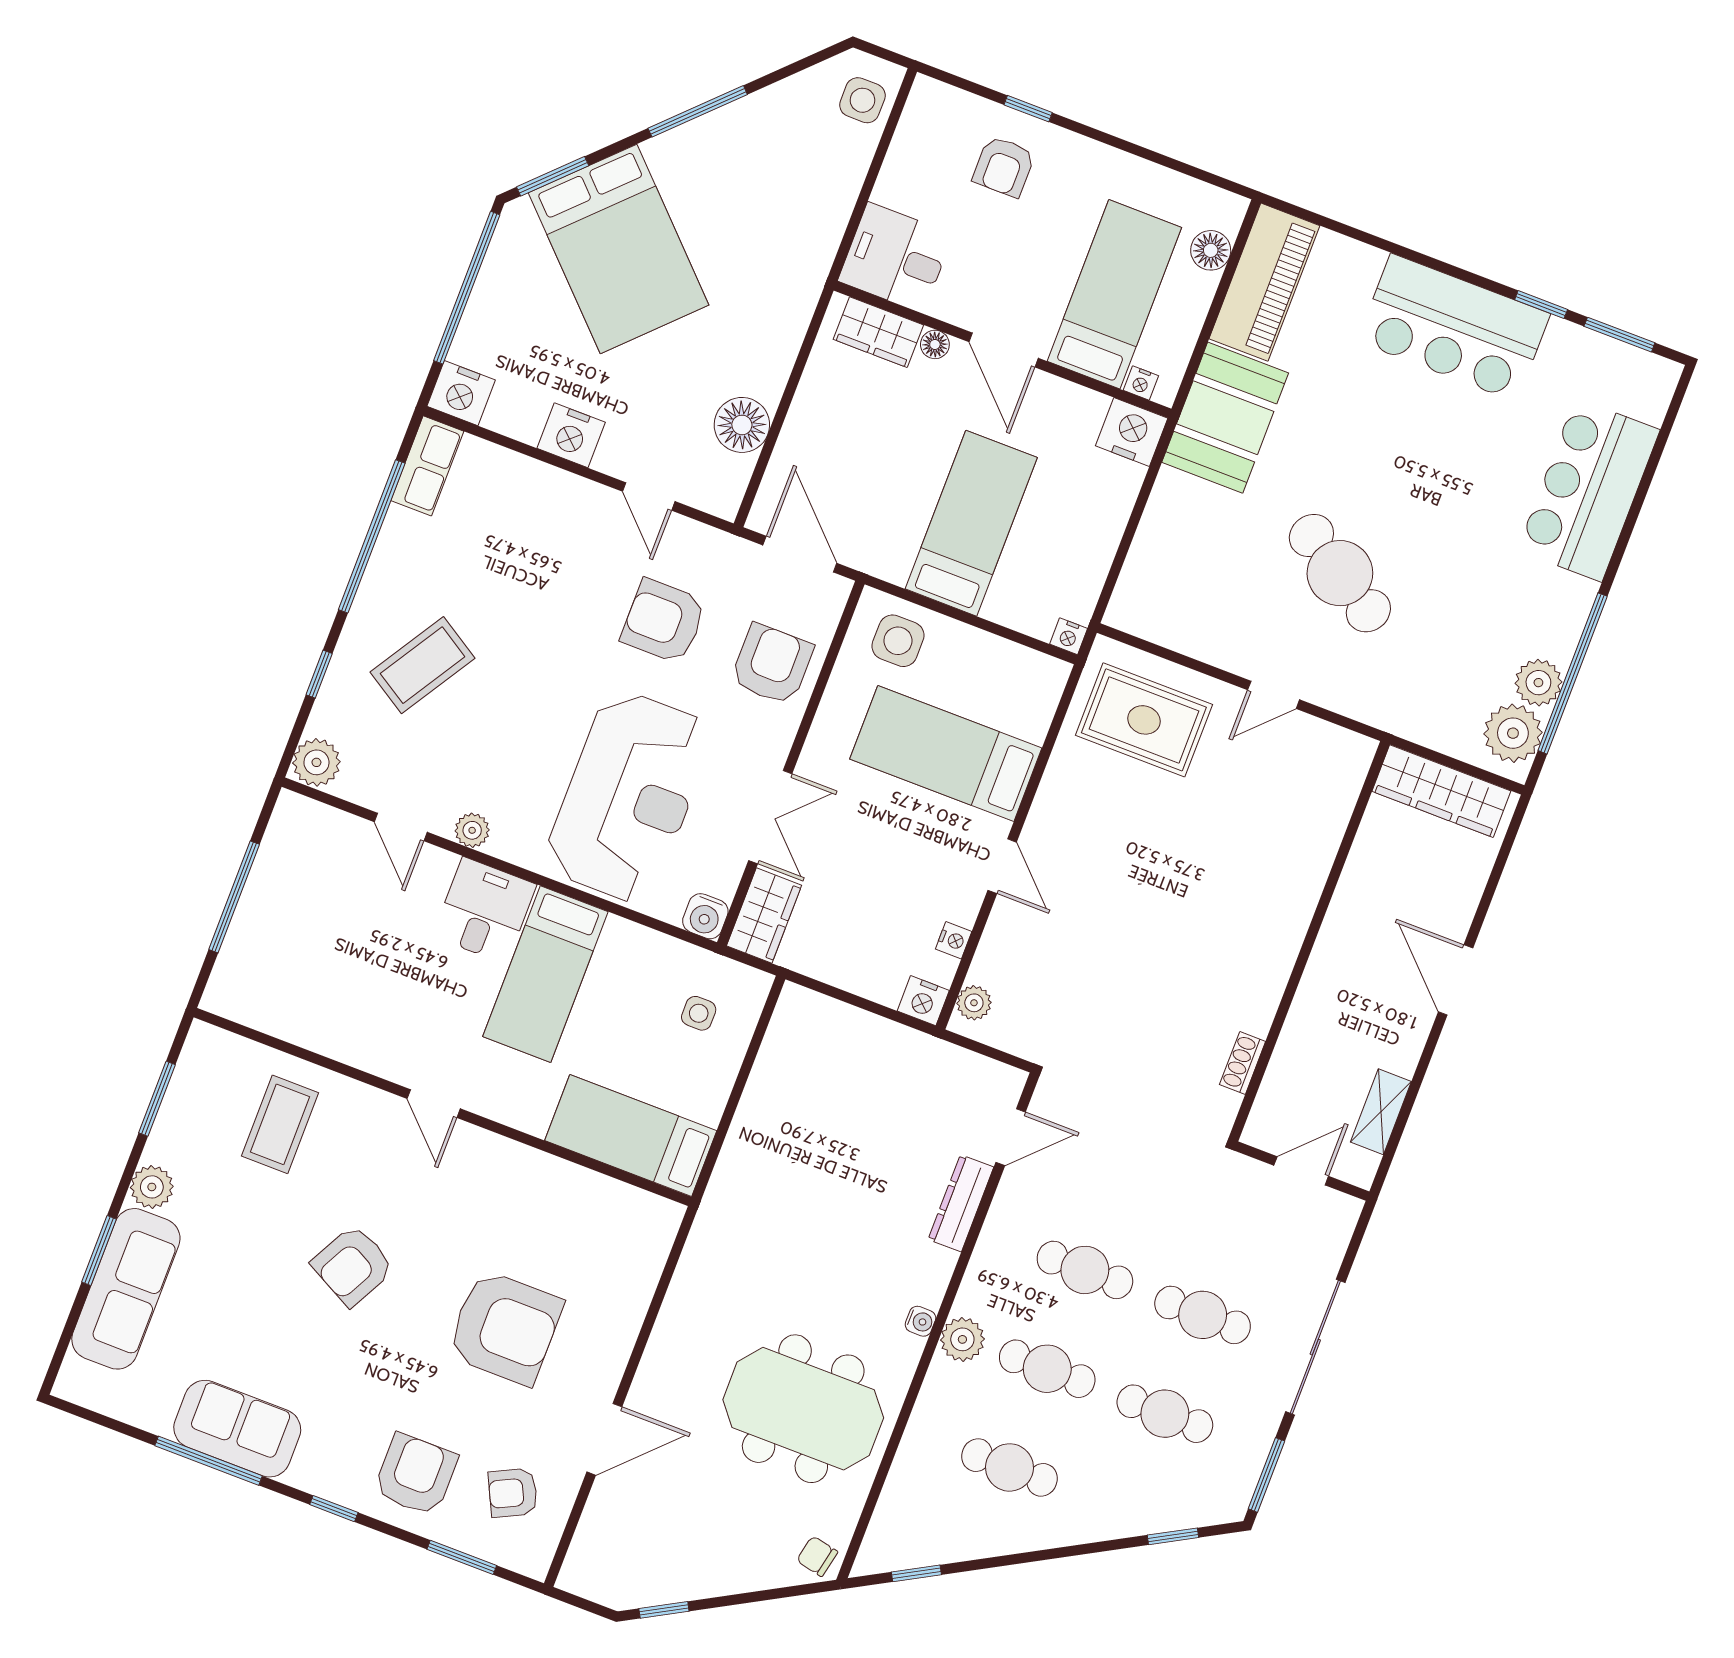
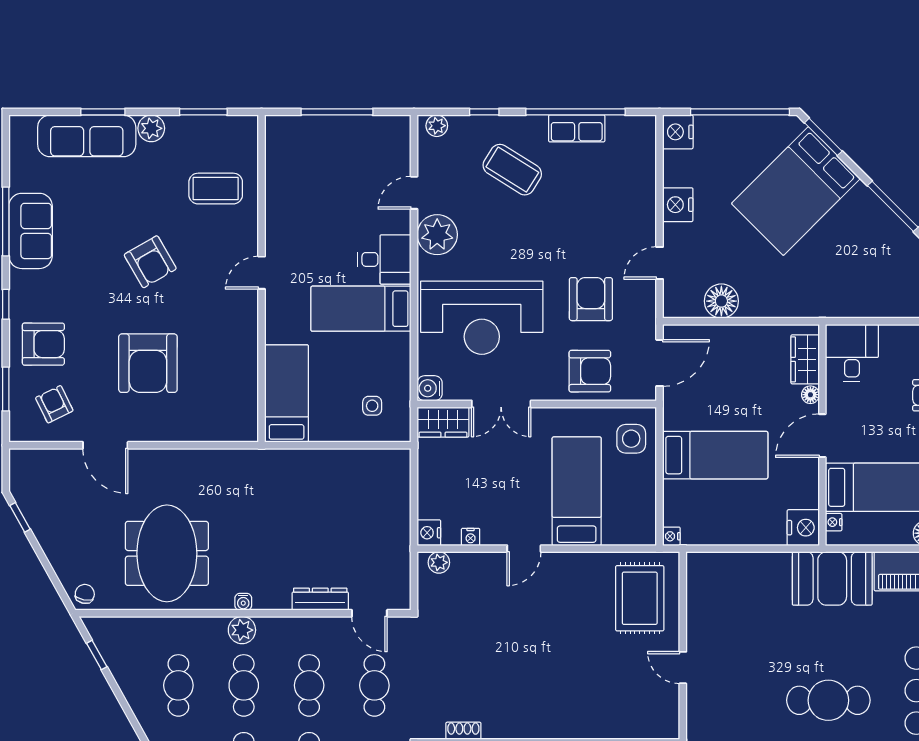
row of seats: (427, 466) -> (577, 128), moved
cafe table: (1340, 573) -> (828, 700), moved, turned 58
plant: (316, 762) -> (437, 126), width x0.73, depth x0.73
plant: (472, 830) -> (437, 235), width x1.88, depth x1.88
cafe table: (1123, 1171) -> (374, 685), added
armchair: (353, 1266) -> (150, 262), turned -148

